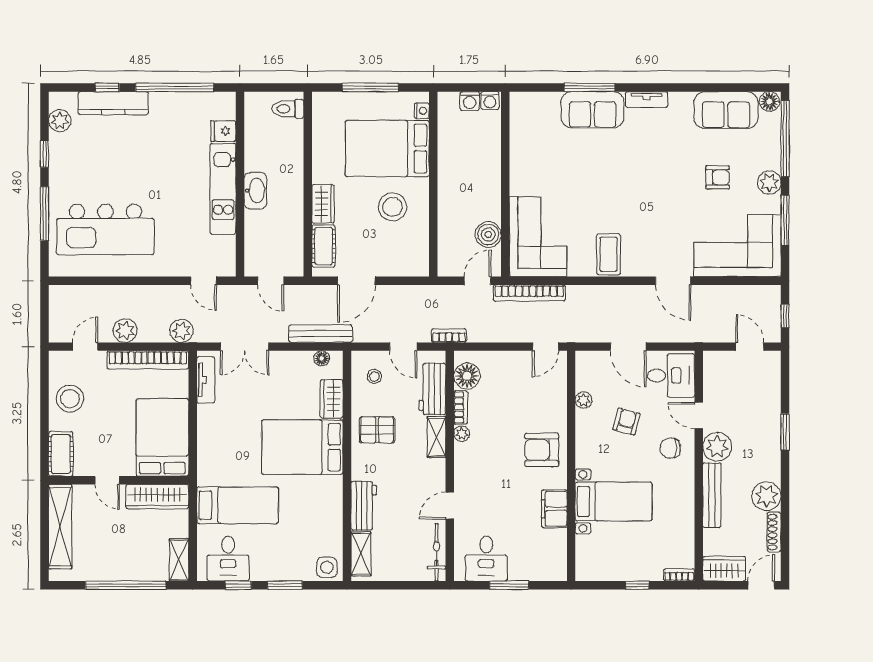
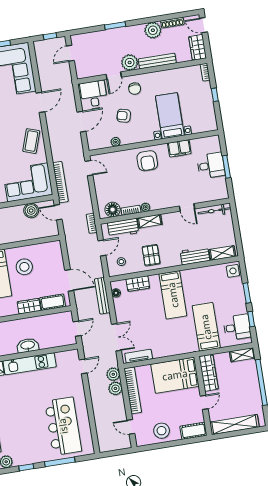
coffee table: (609, 254) -> (31, 141), turned -71
plant: (125, 331) -> (115, 388), moved
bed: (302, 447) -> (173, 295), width x0.67
desk: (486, 559) -> (211, 165), moved

